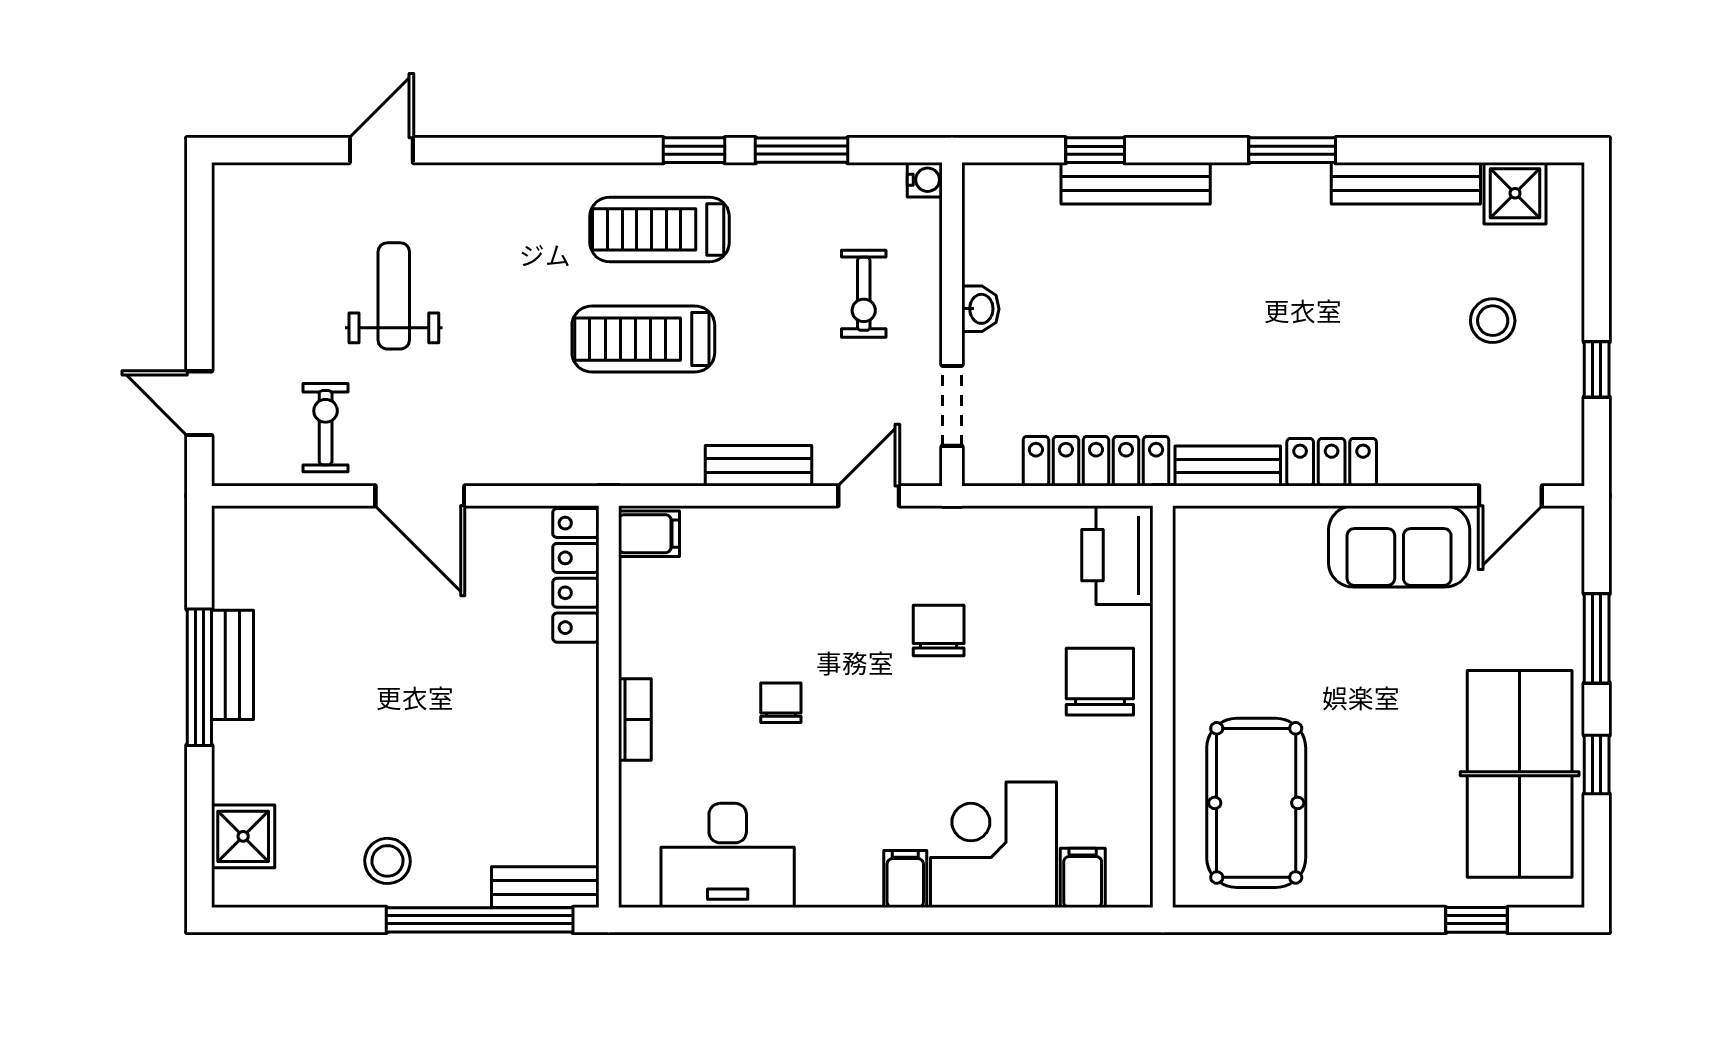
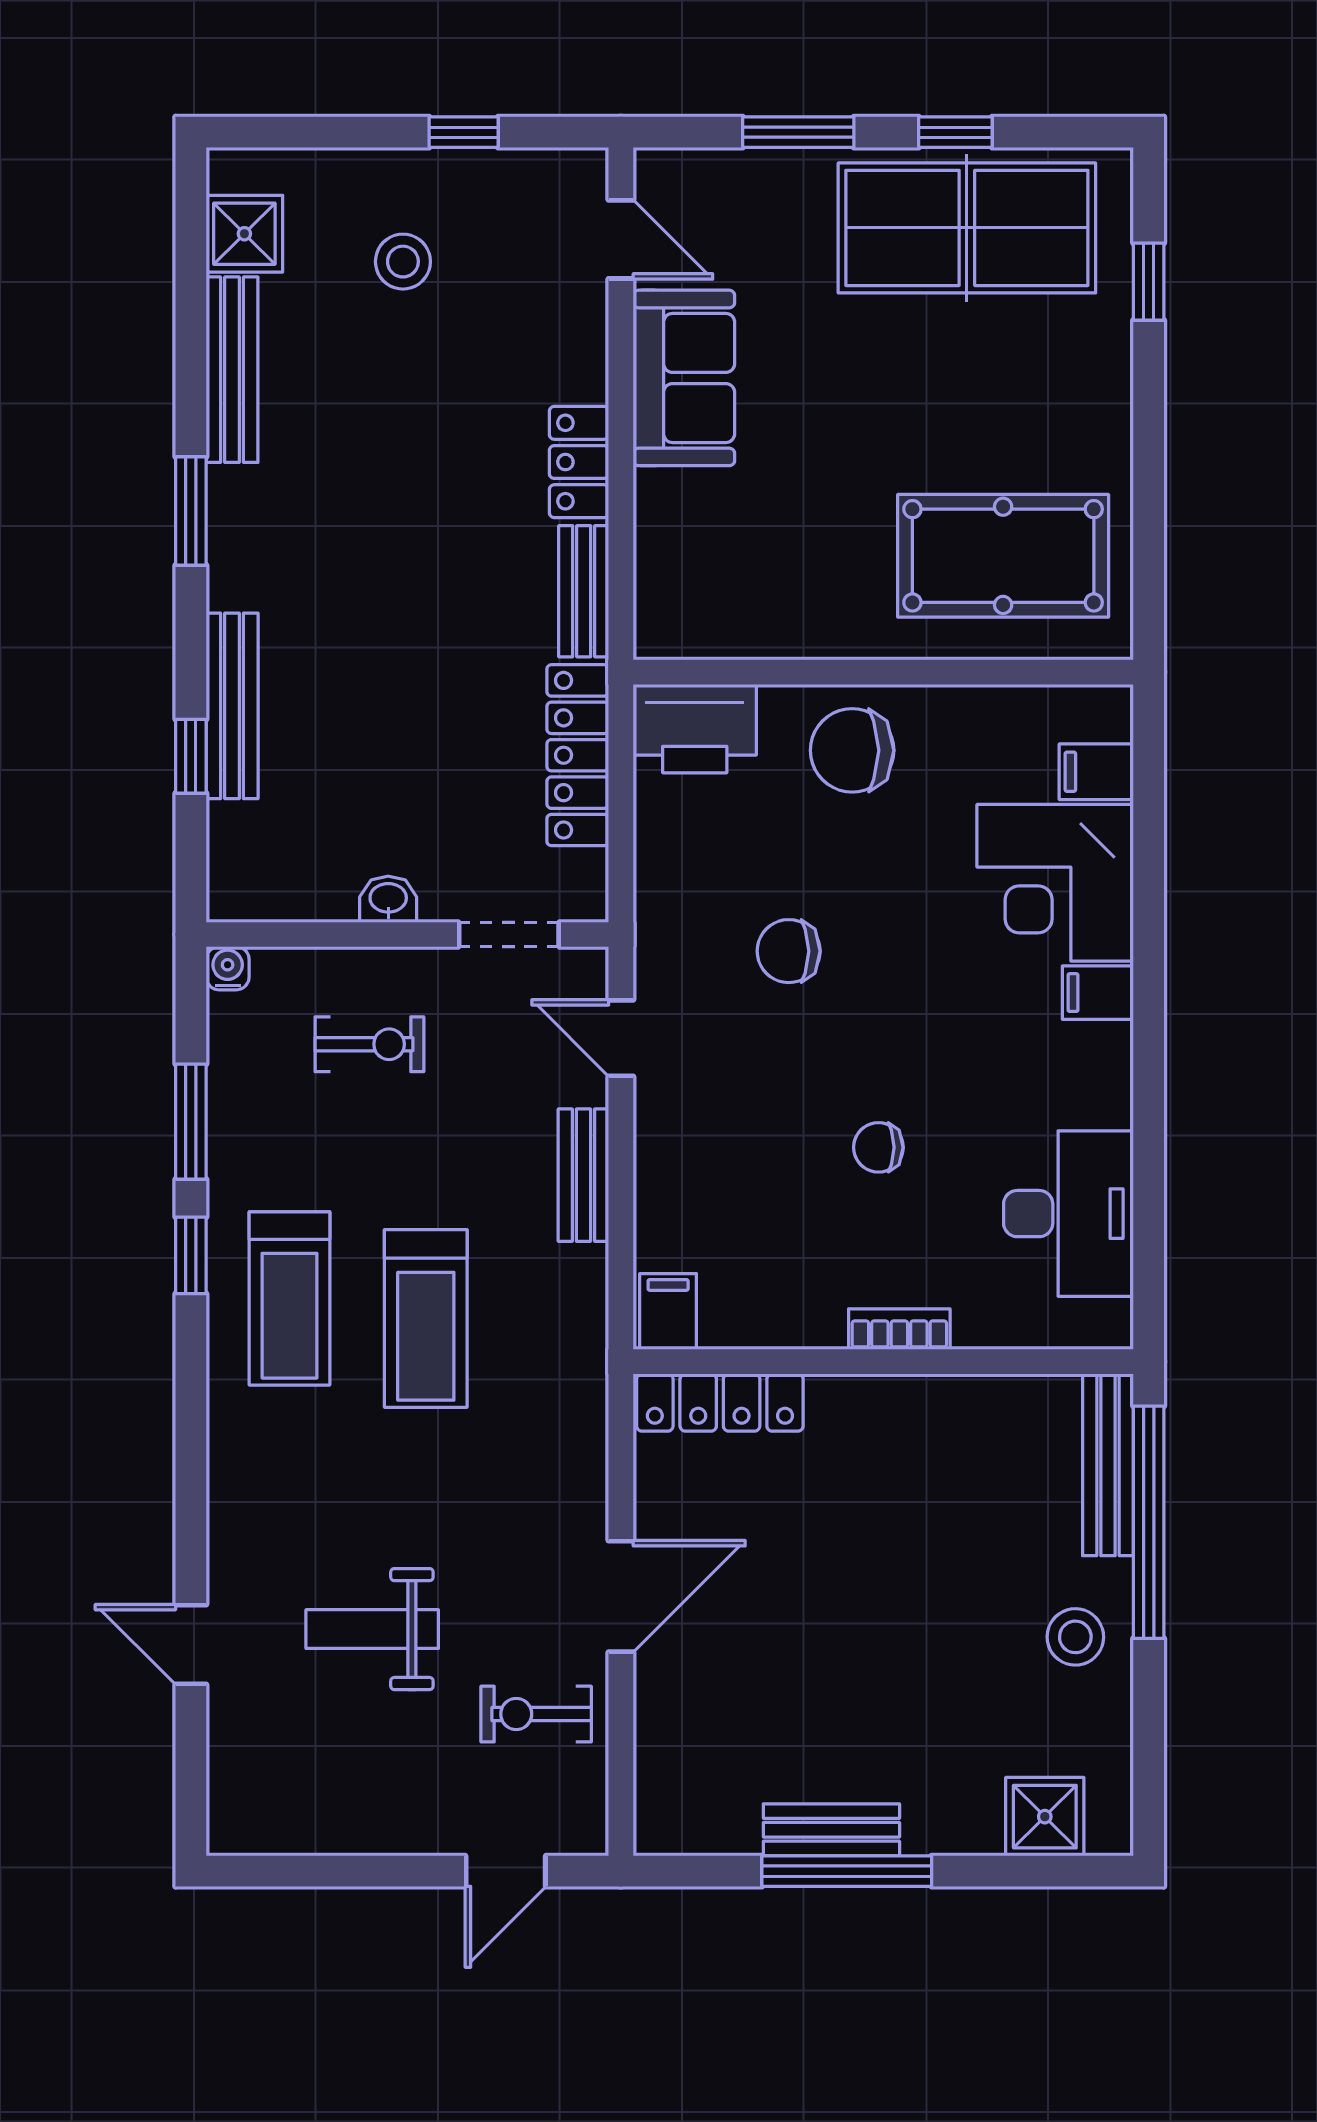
bench: (545, 887) -> (1108, 1465), width x1.36

